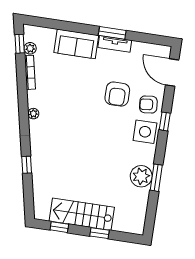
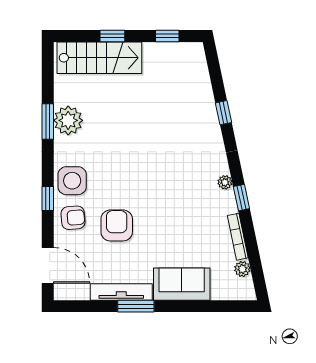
window: (20, 44) -> (241, 198), moved
tv unit: (115, 44) -> (121, 292), width x1.41
stairs: (82, 214) -> (99, 58), moved

